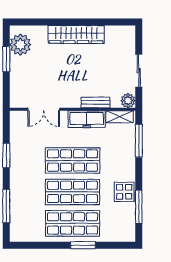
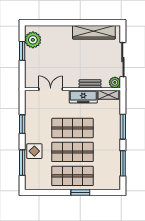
wardrobe: (76, 35) -> (94, 32), moved
sliding door: (139, 71) -> (123, 60), width x1.37
double door: (44, 109) -> (51, 89), swing flipped
window: (139, 141) -> (123, 127), moved
display table: (124, 192) -> (34, 151), moved

